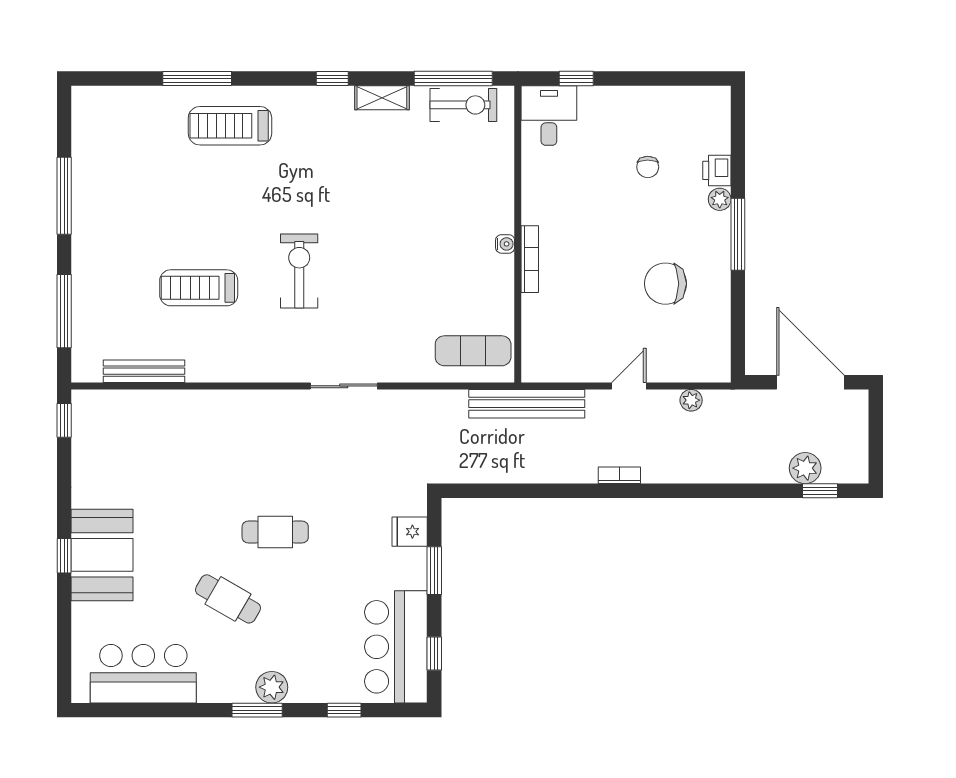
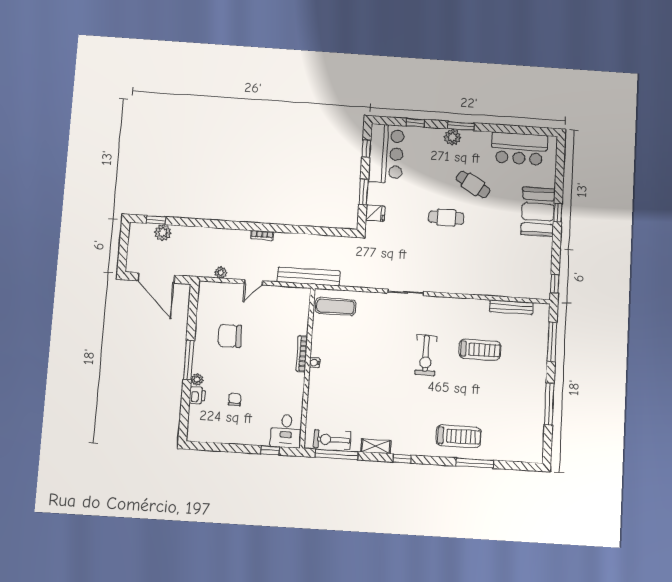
chair: (665, 284) -> (230, 336), turned 180

